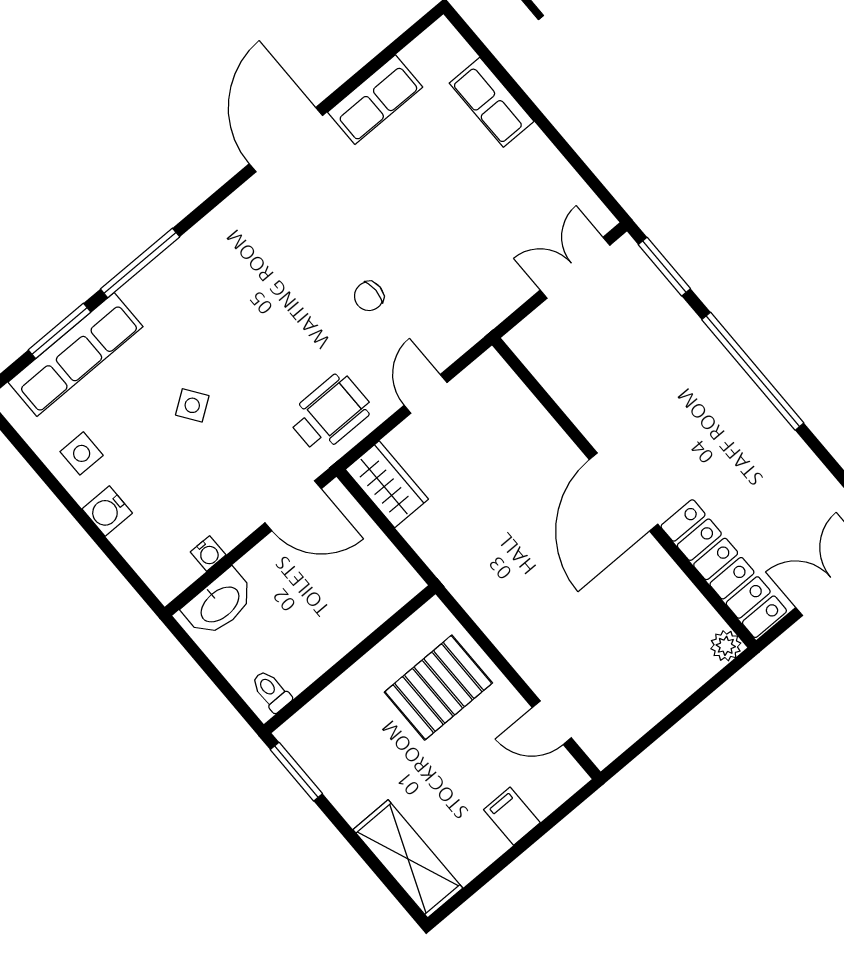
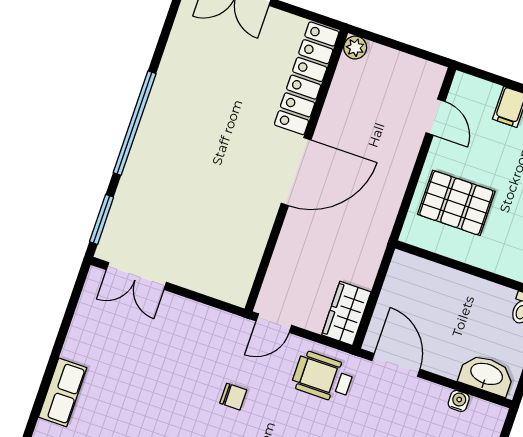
door: (623, 492) -> (296, 172), moved
wall: (624, 493) -> (296, 171), moved
locker: (724, 569) -> (307, 78), moved
plant: (726, 646) -> (355, 48), moved

